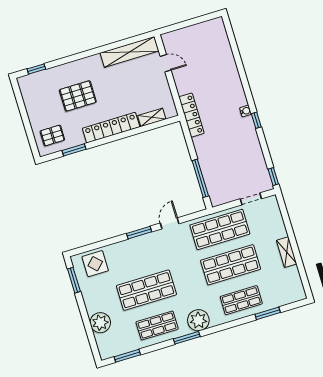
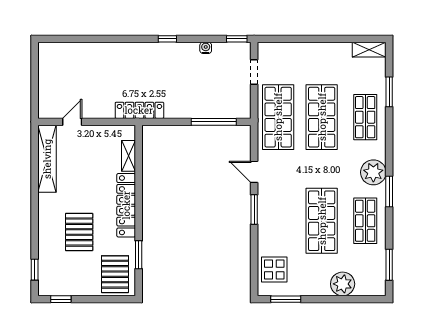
window: (19, 98) -> (61, 299), added
water cooler: (246, 111) -> (206, 48), moved
pallet: (52, 135) -> (115, 274), width x1.50, depth x1.42
shelving: (287, 252) -> (369, 50), moved

